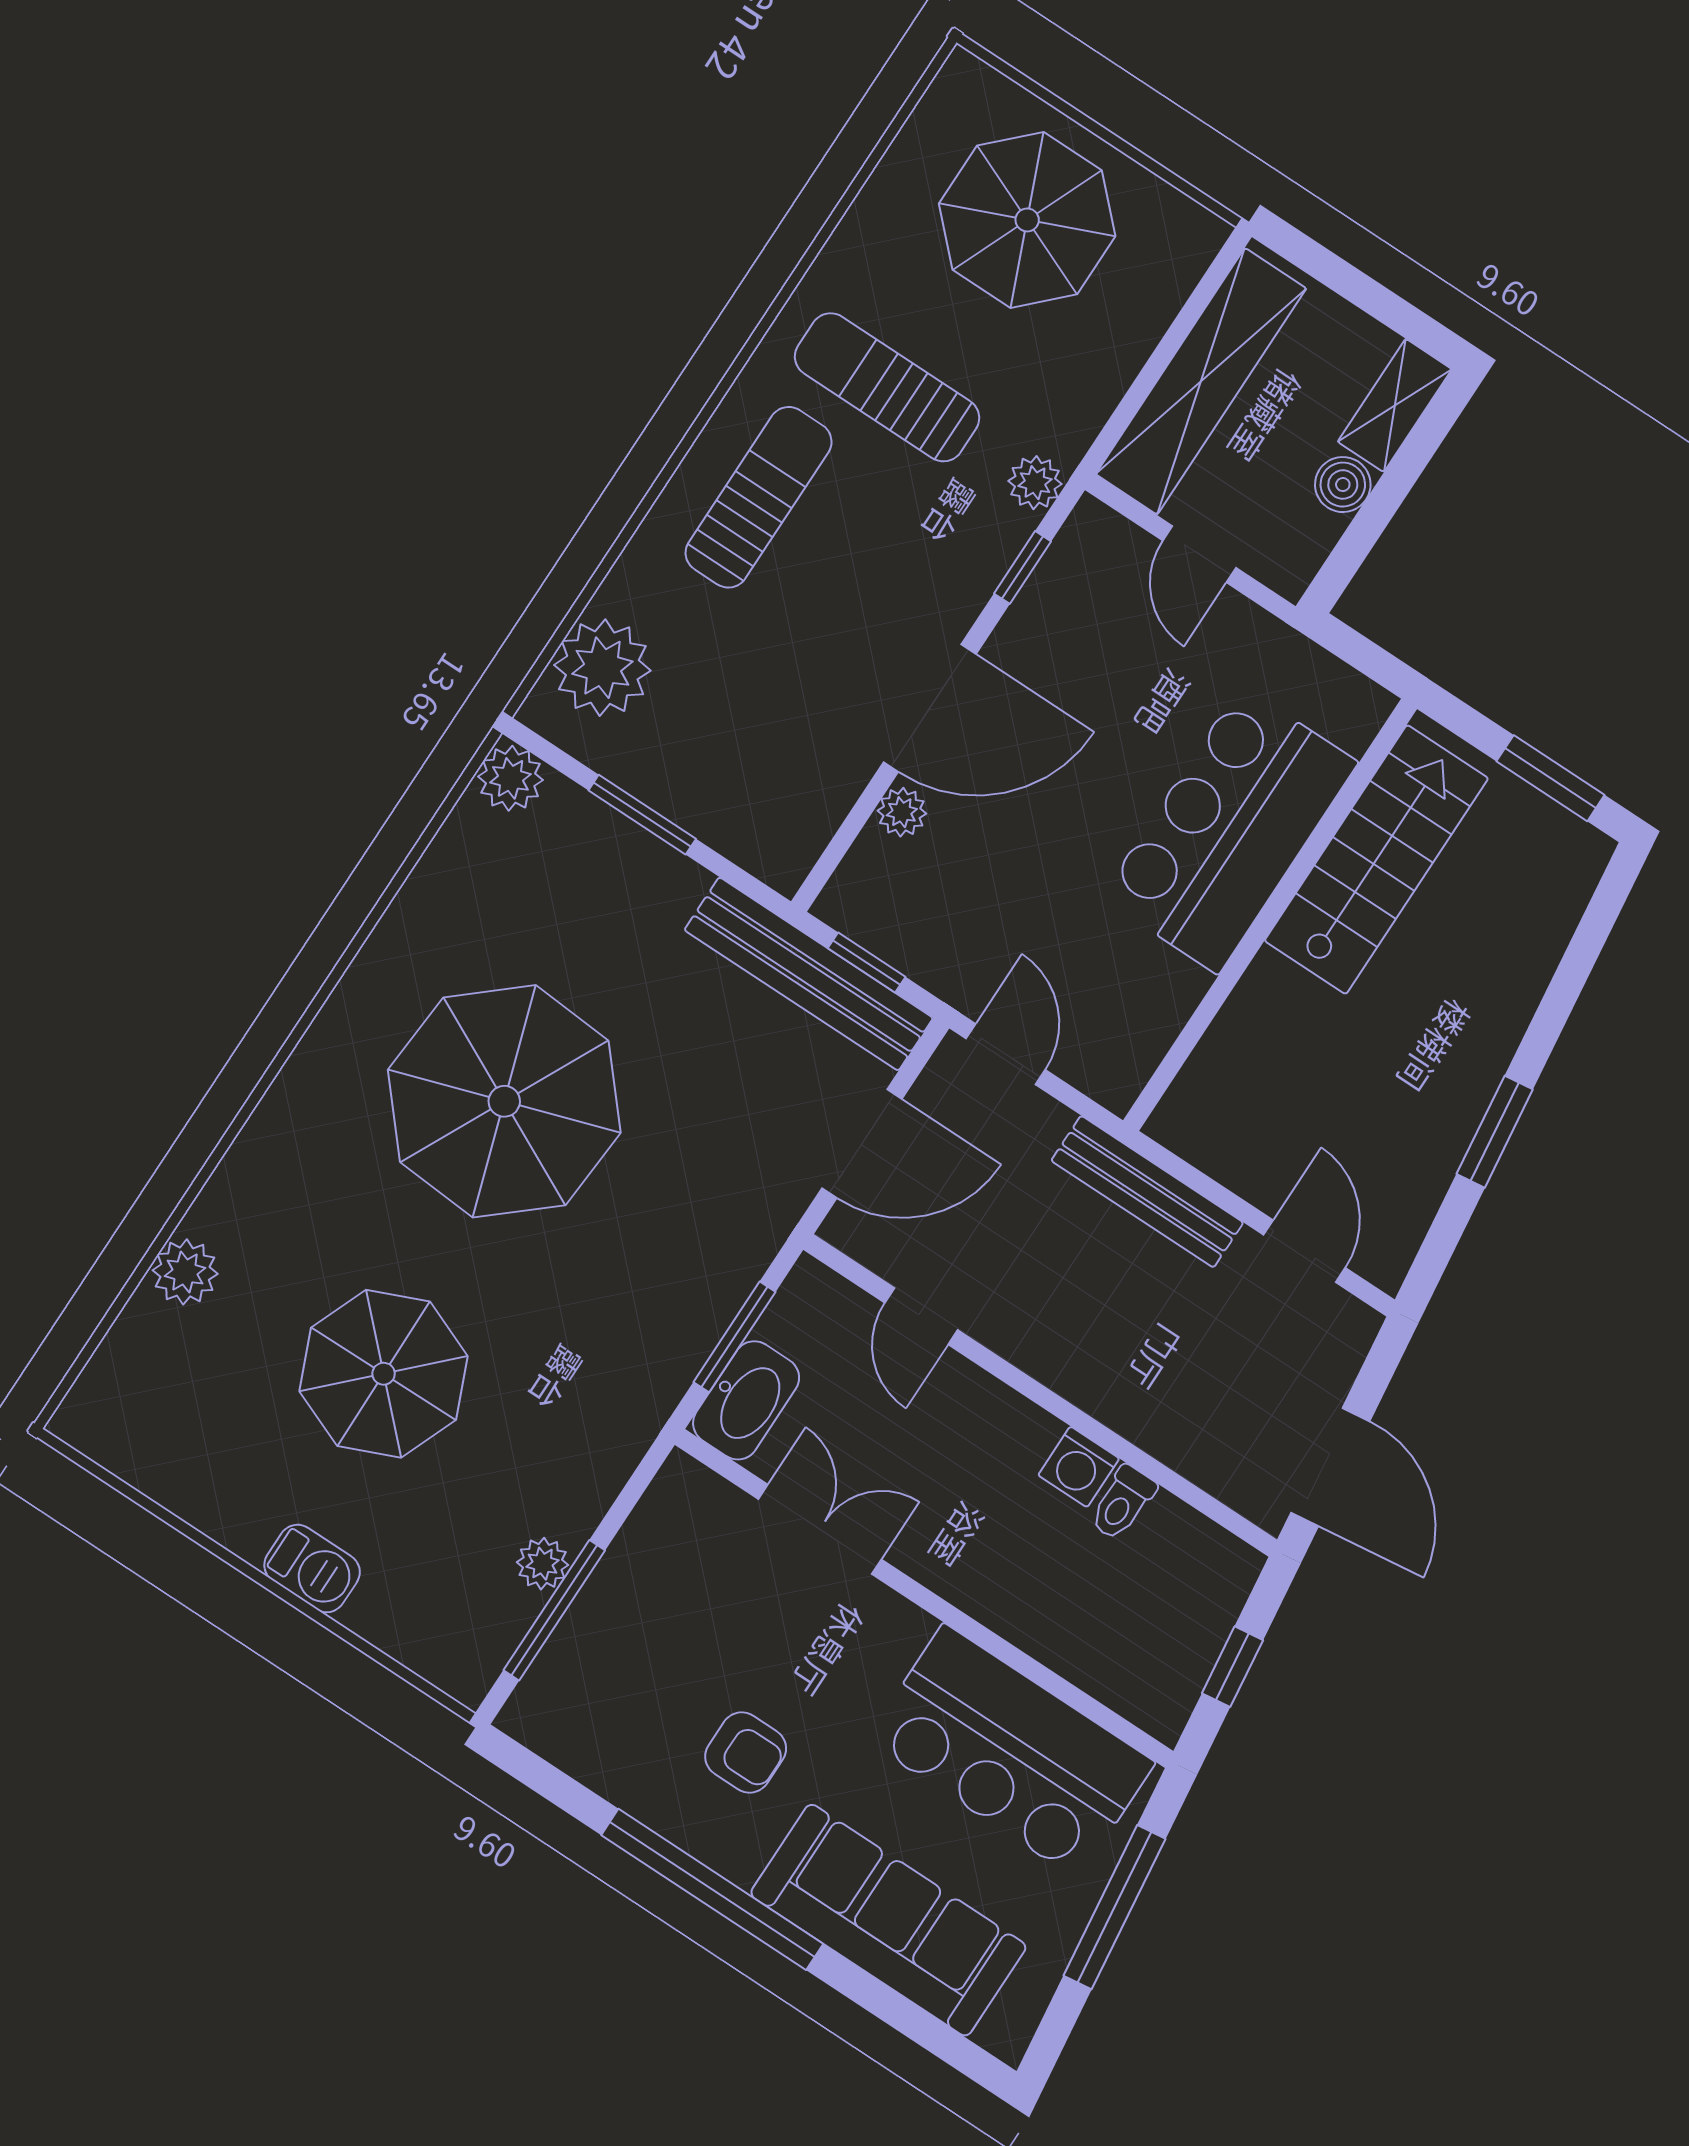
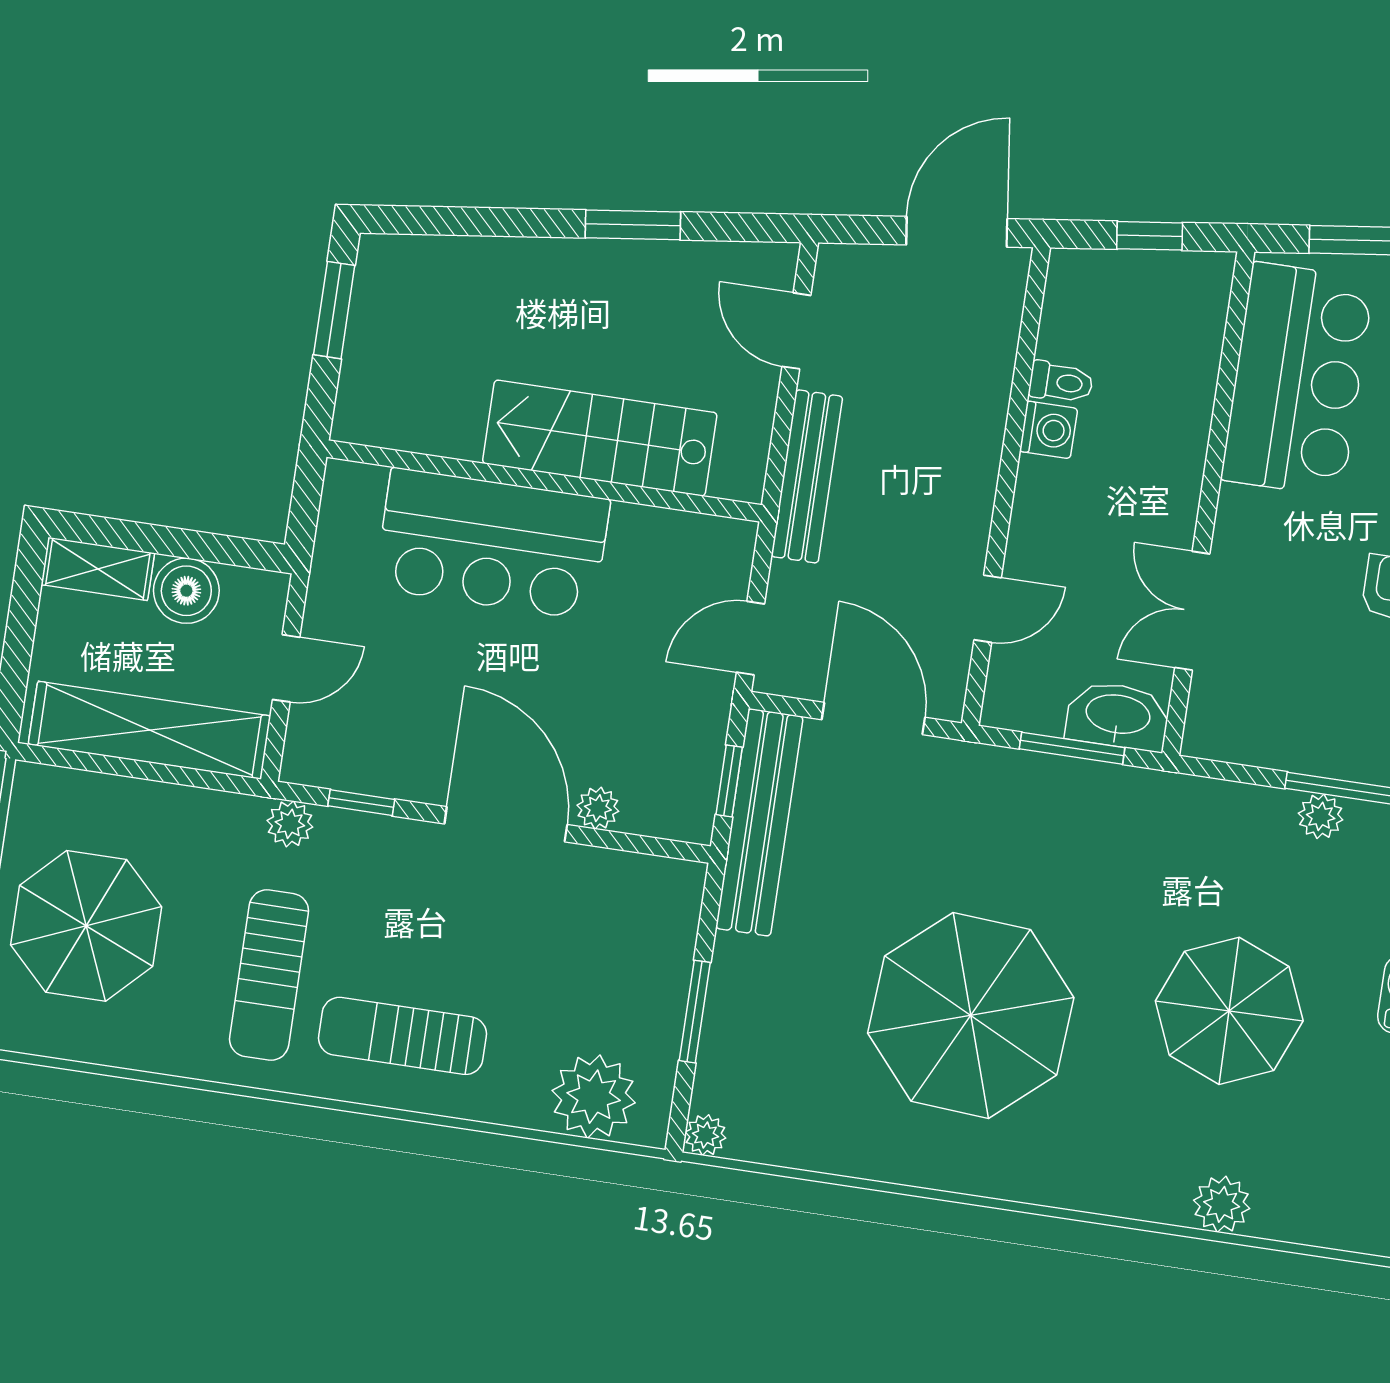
boiler: (1343, 485) -> (186, 591), width x1.36, depth x1.36
plant: (510, 778) -> (705, 1135), width x0.73, depth x0.73
stairs: (1376, 860) -> (600, 438), moved
door: (1304, 1251) -> (796, 331), hinge flipped

